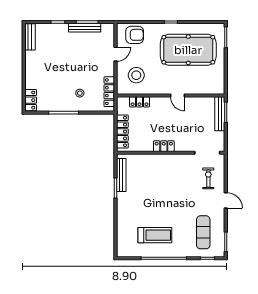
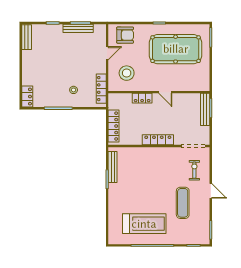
locker: (140, 102) -> (142, 98), moved
locker: (164, 146) -> (158, 140), width x1.53
exercise mat: (203, 232) -> (183, 203), moved
treadmill: (155, 235) -> (144, 224), width x1.37, depth x1.38

